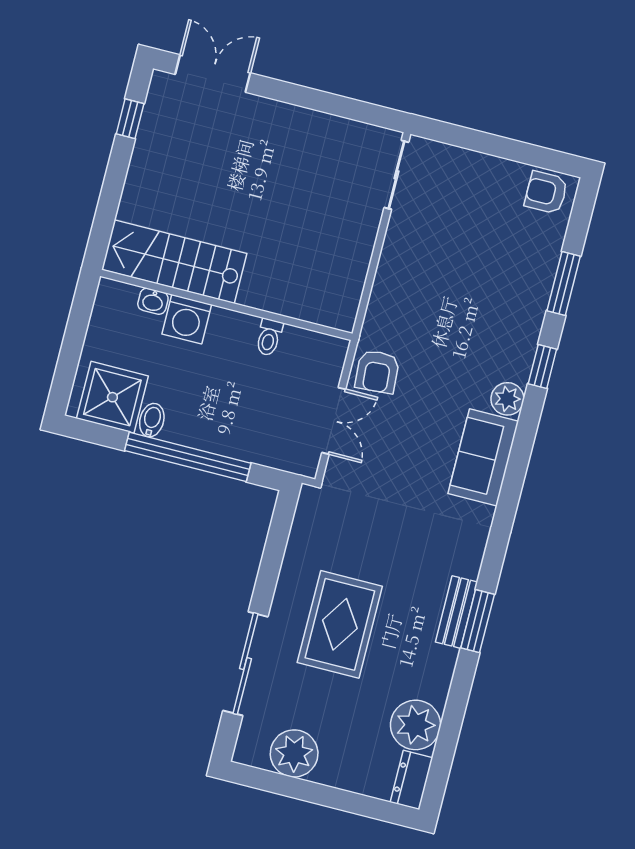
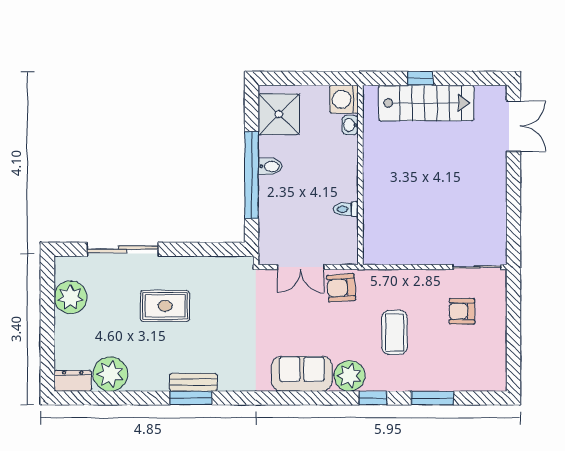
window: (130, 119) -> (420, 78), moved
armchair: (546, 193) -> (462, 311), moved, turned -90
stairs: (174, 262) -> (426, 103), moved, turned 90
coffee table: (458, 313) -> (394, 332), added
washing machine: (187, 319) -> (344, 99), moved
plant: (507, 399) -> (349, 376), width x1.36, depth x1.36
bidet: (152, 420) -> (270, 166), moved
rug: (340, 624) -> (165, 306), width x0.73, depth x0.70

